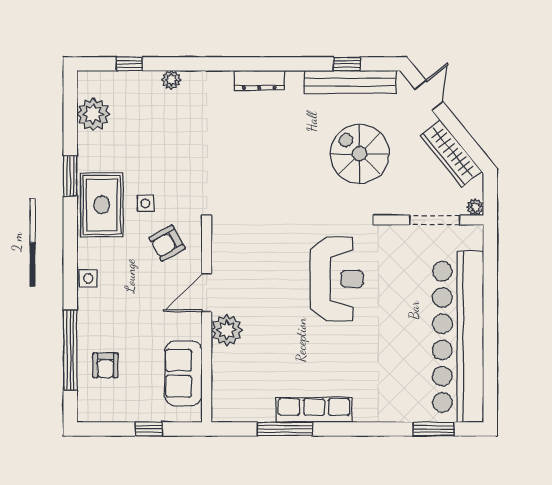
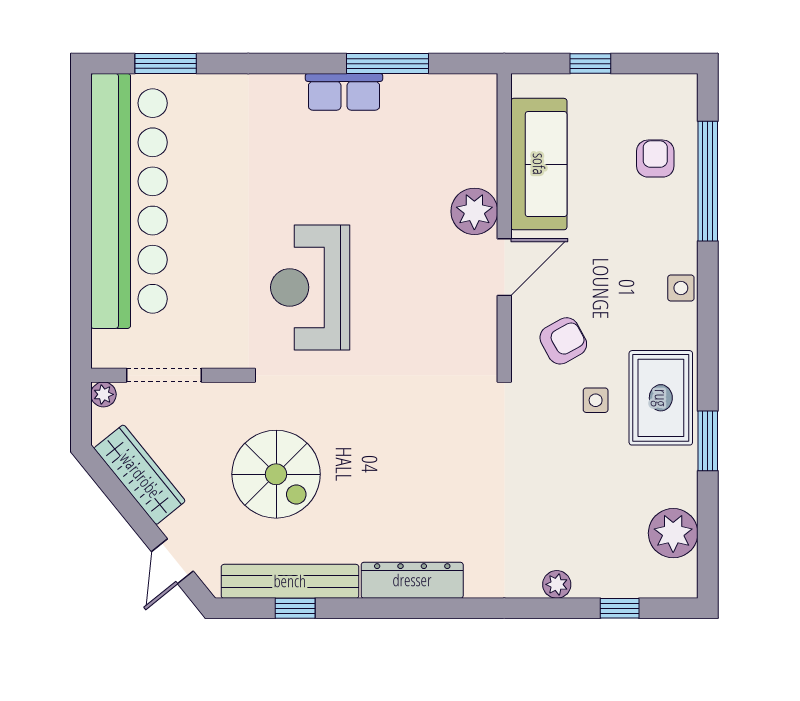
dresser: (259, 80) -> (412, 580), width x1.37, depth x1.24
sofa: (183, 373) -> (539, 164), width x1.36
row of seats: (314, 410) -> (344, 92), width x0.68

